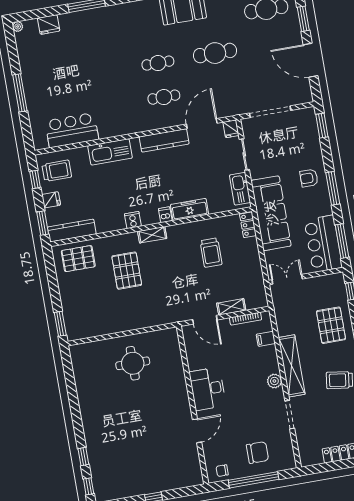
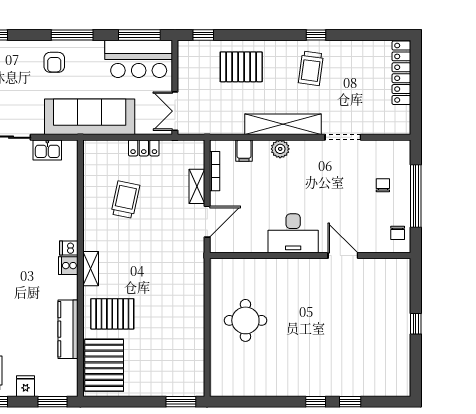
kitchen sink: (240, 189) -> (47, 150), width x0.73
freezer: (190, 209) -> (67, 217), removed
cooker: (133, 220) -> (68, 266), moved
locker: (248, 225) -> (144, 148), moved
kitchen counter: (72, 231) -> (68, 329), moved
trolley: (211, 253) -> (125, 200), turned -78
pallet: (78, 259) -> (104, 365), width x1.37, depth x1.41
pallet: (127, 271) -> (112, 314), moved
plant: (274, 381) -> (280, 149), moved
chair: (257, 452) -> (383, 185), width x0.54, depth x0.54
window: (89, 486) -> (316, 402), moved

